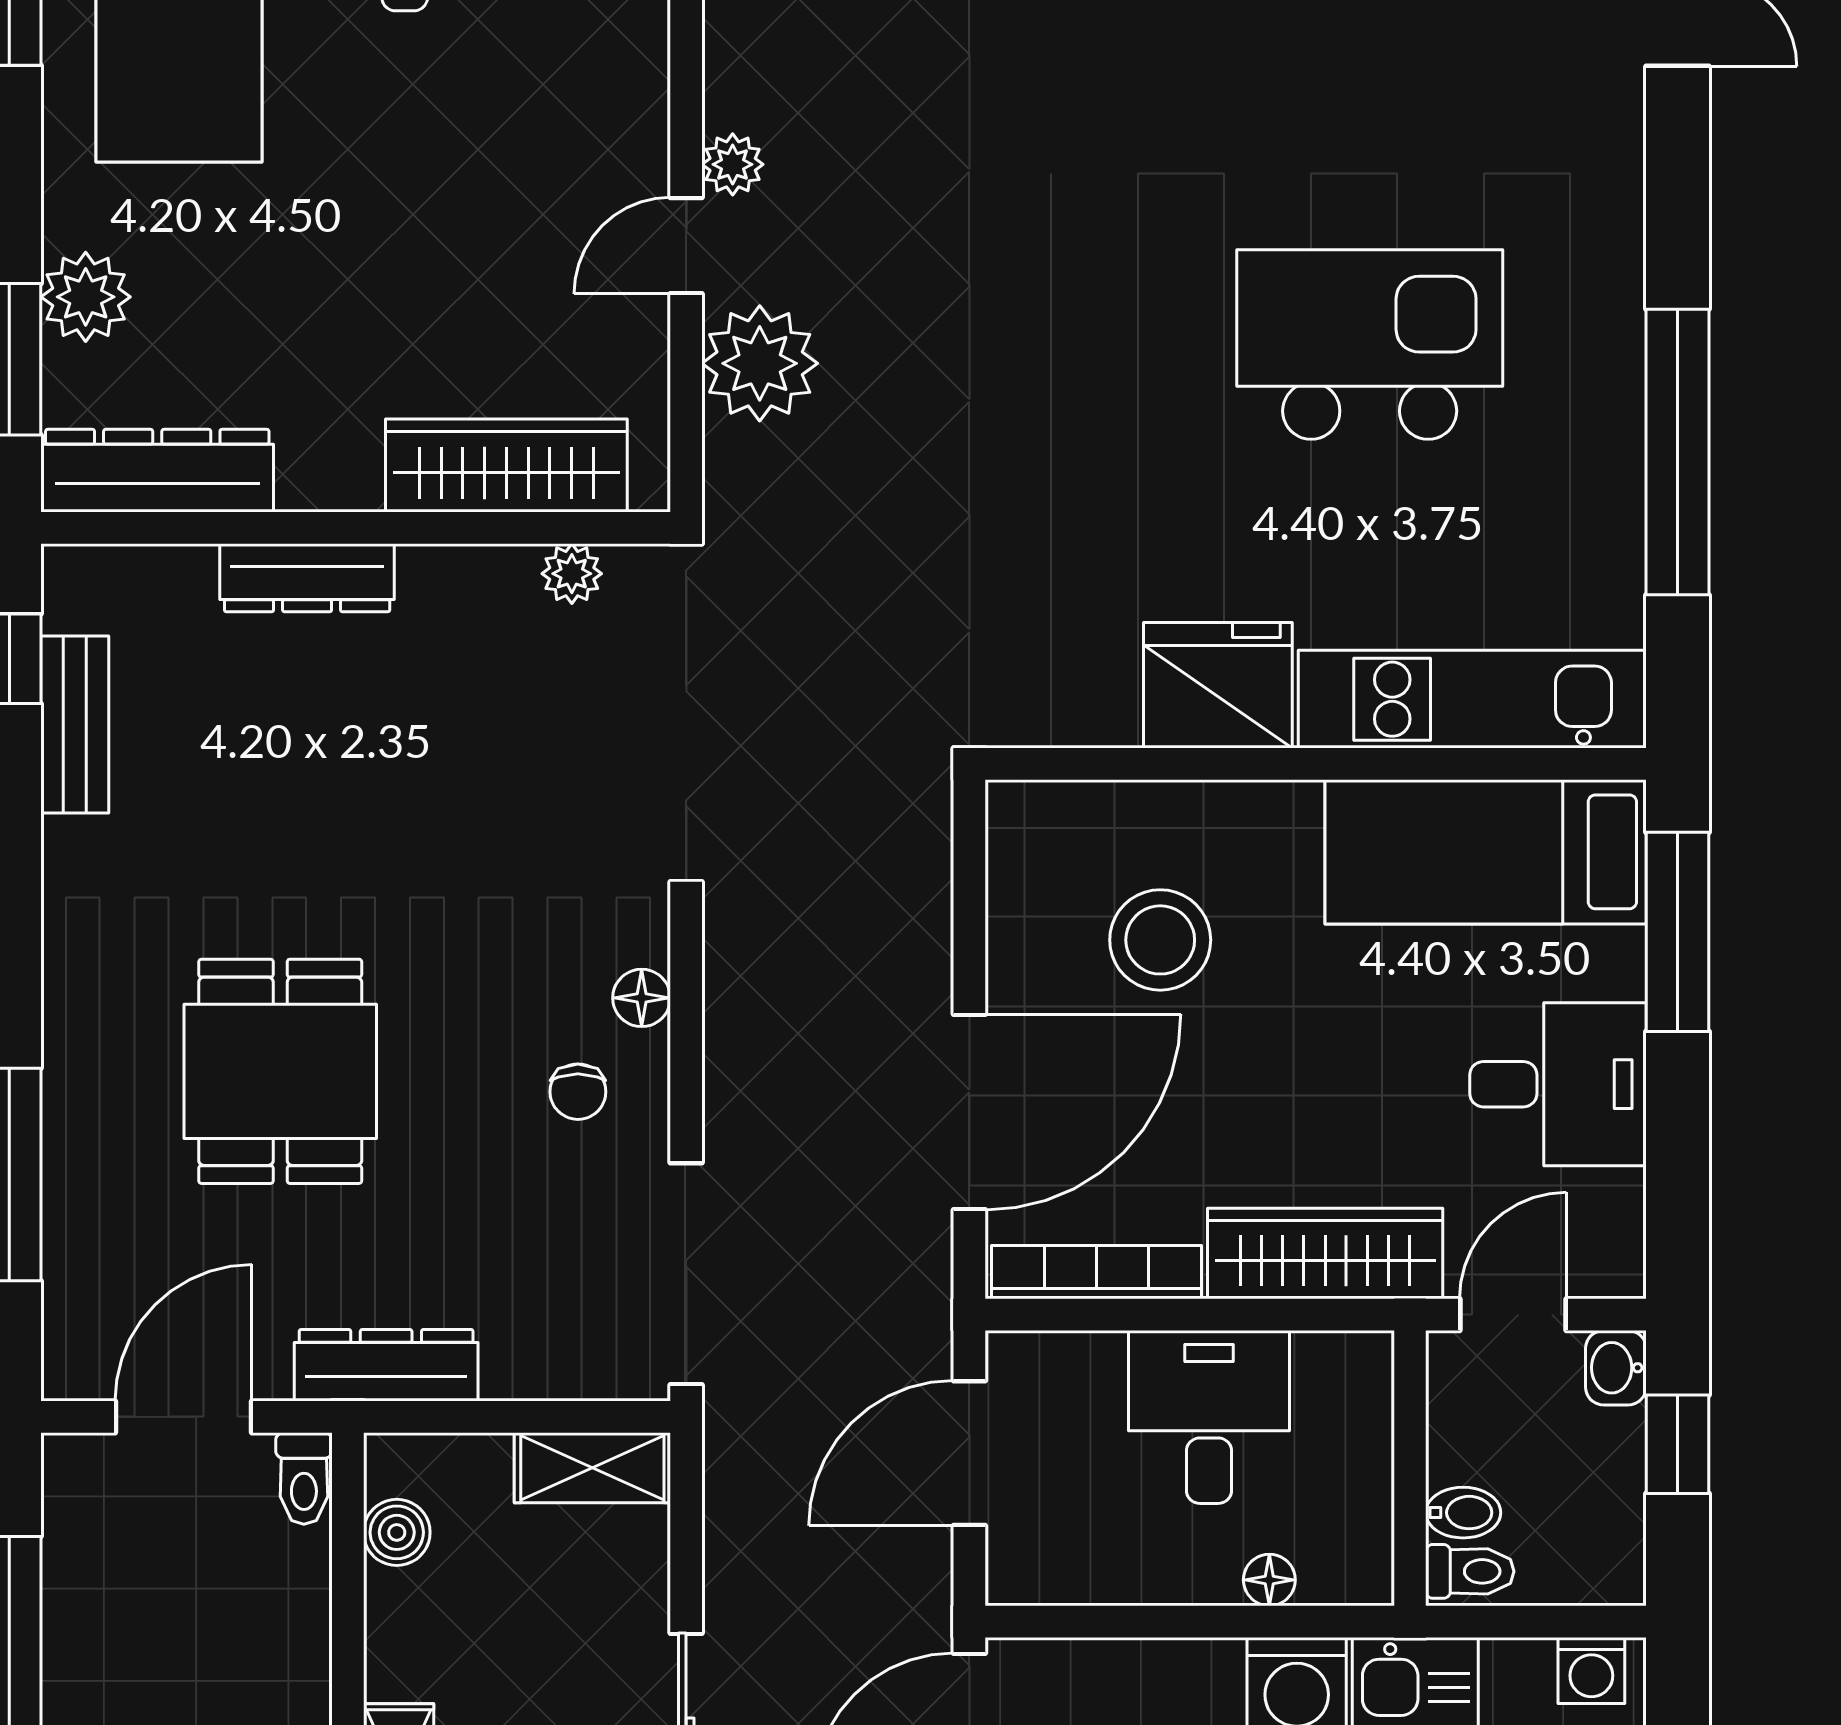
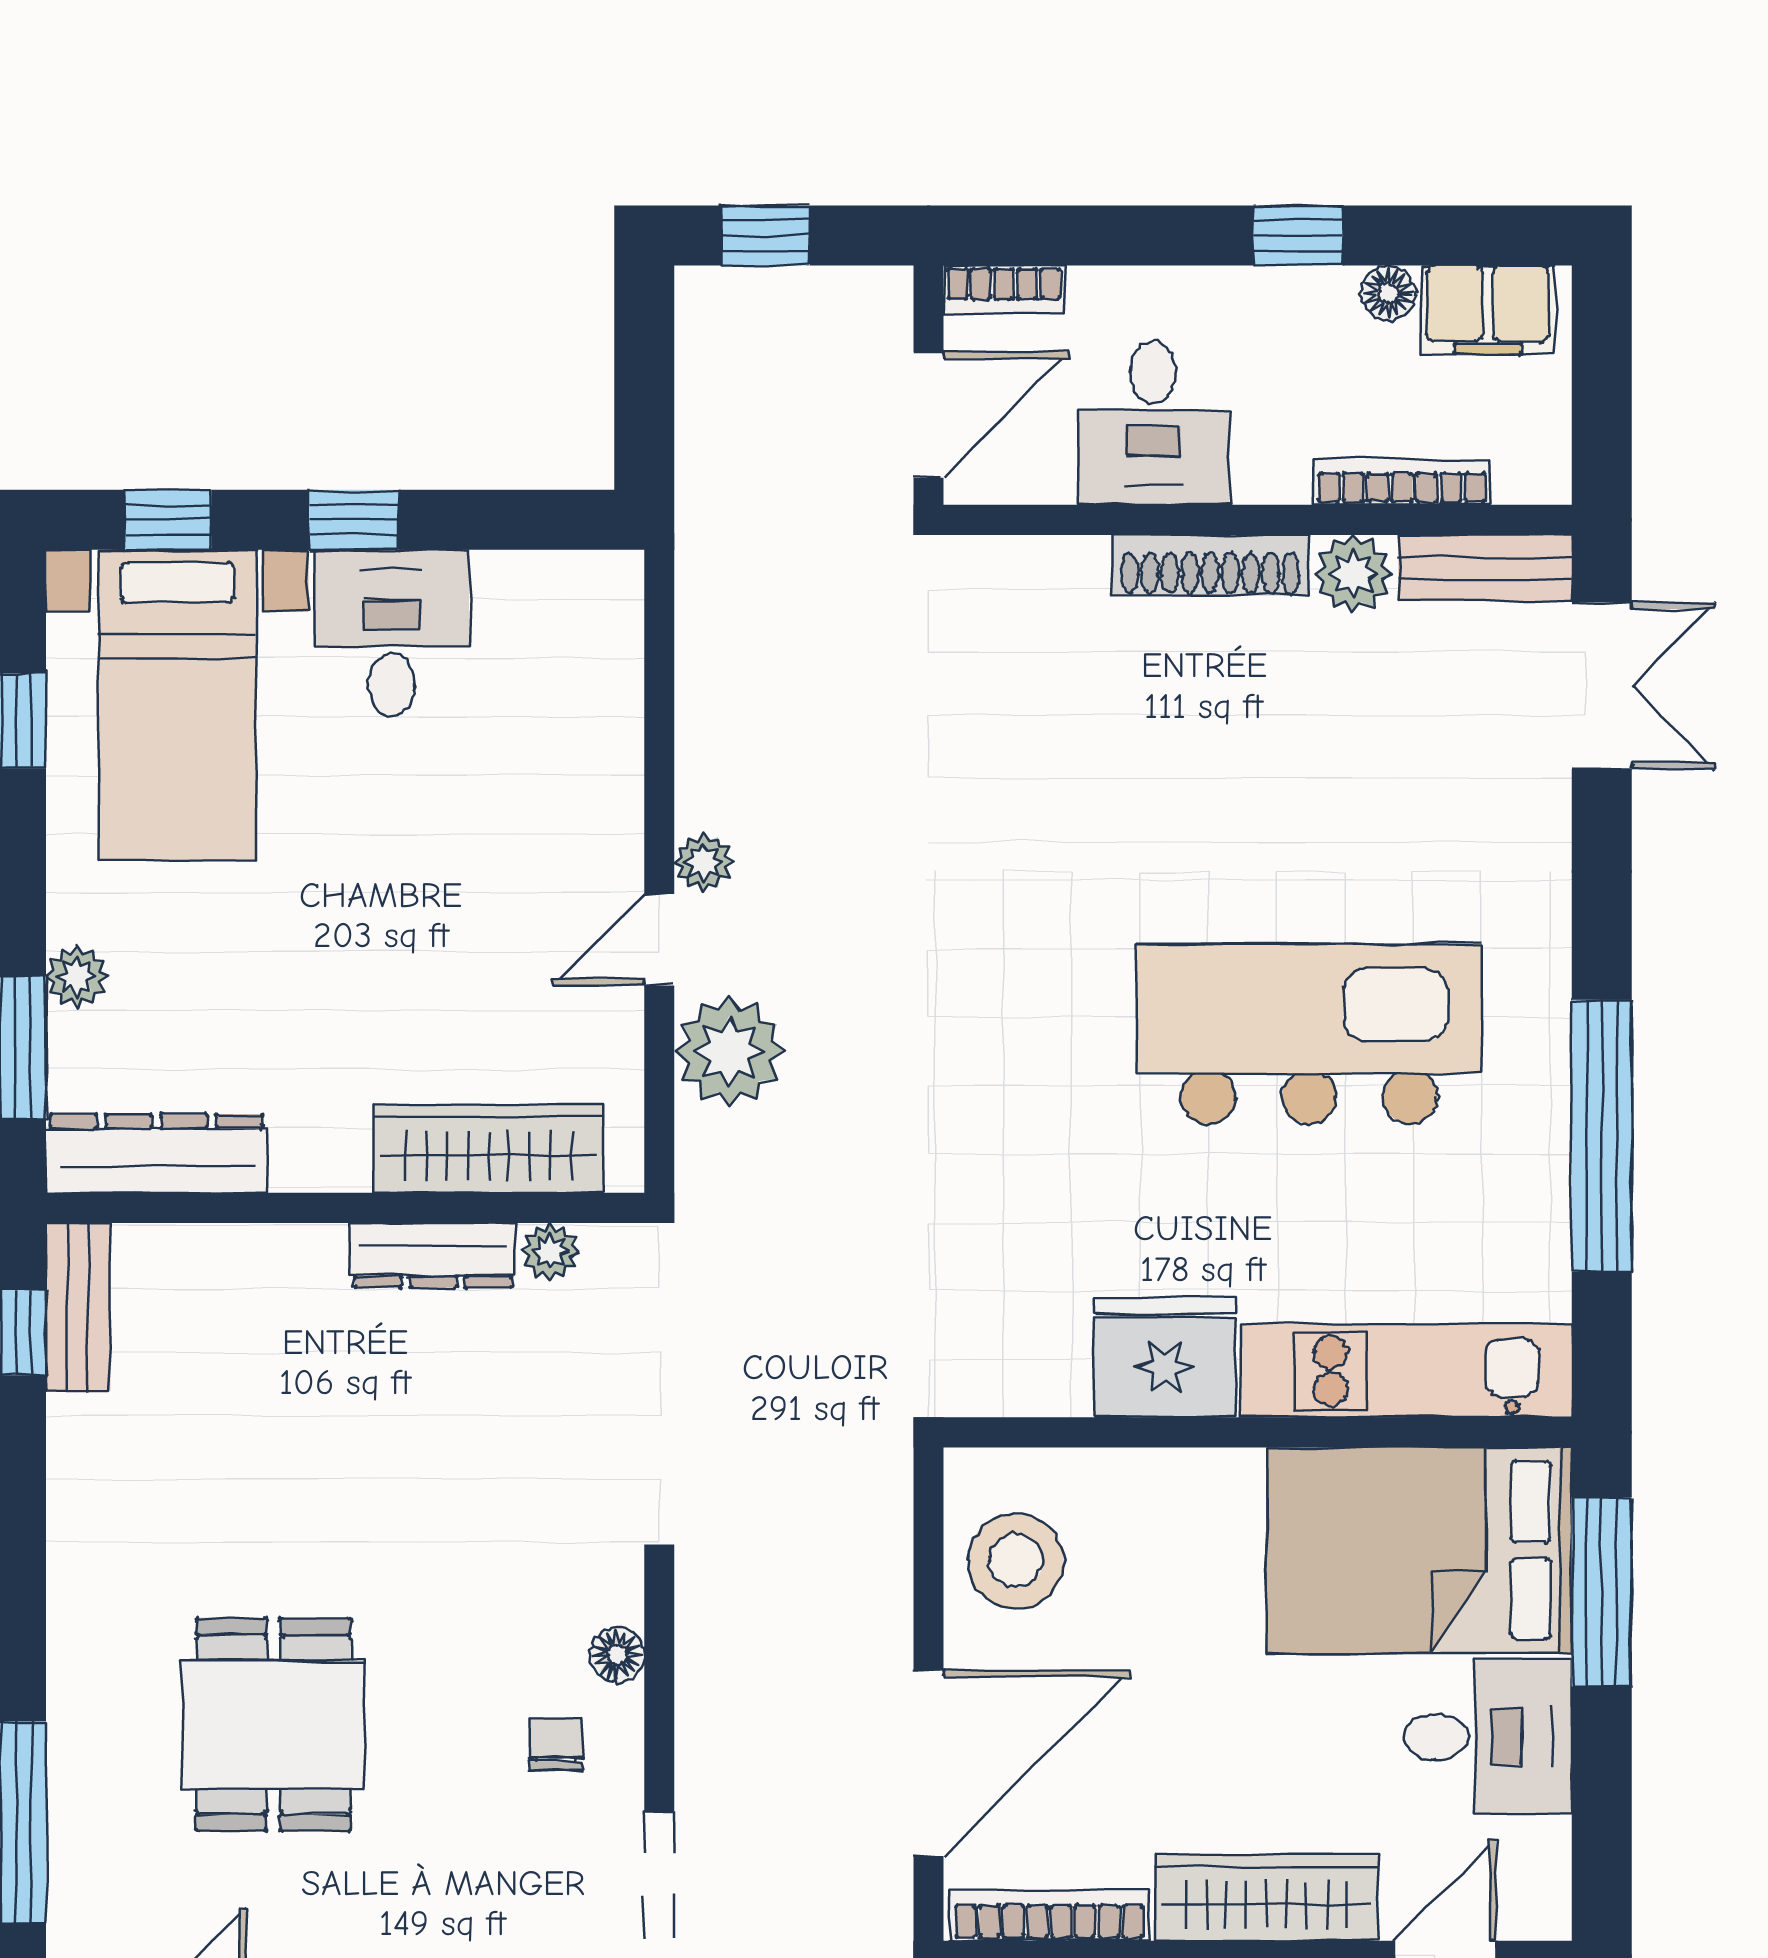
plant: (86, 297) -> (77, 977), width x0.73, depth x0.73
kitchen island: (1370, 345) -> (1309, 1034), width x1.37
dresser: (307, 578) -> (433, 1255), moved
bench: (75, 724) -> (78, 1307), moved
bed: (1486, 852) -> (1419, 1550), width x1.50
stool: (1160, 940) -> (1016, 1561), moved
chair: (578, 1092) -> (556, 1744), turned 180

